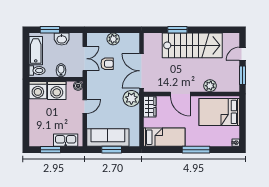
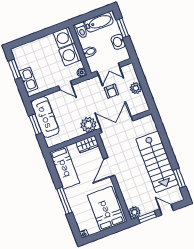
window: (177, 30) -> (179, 178), moved
plant: (210, 86) -> (135, 212), moved

